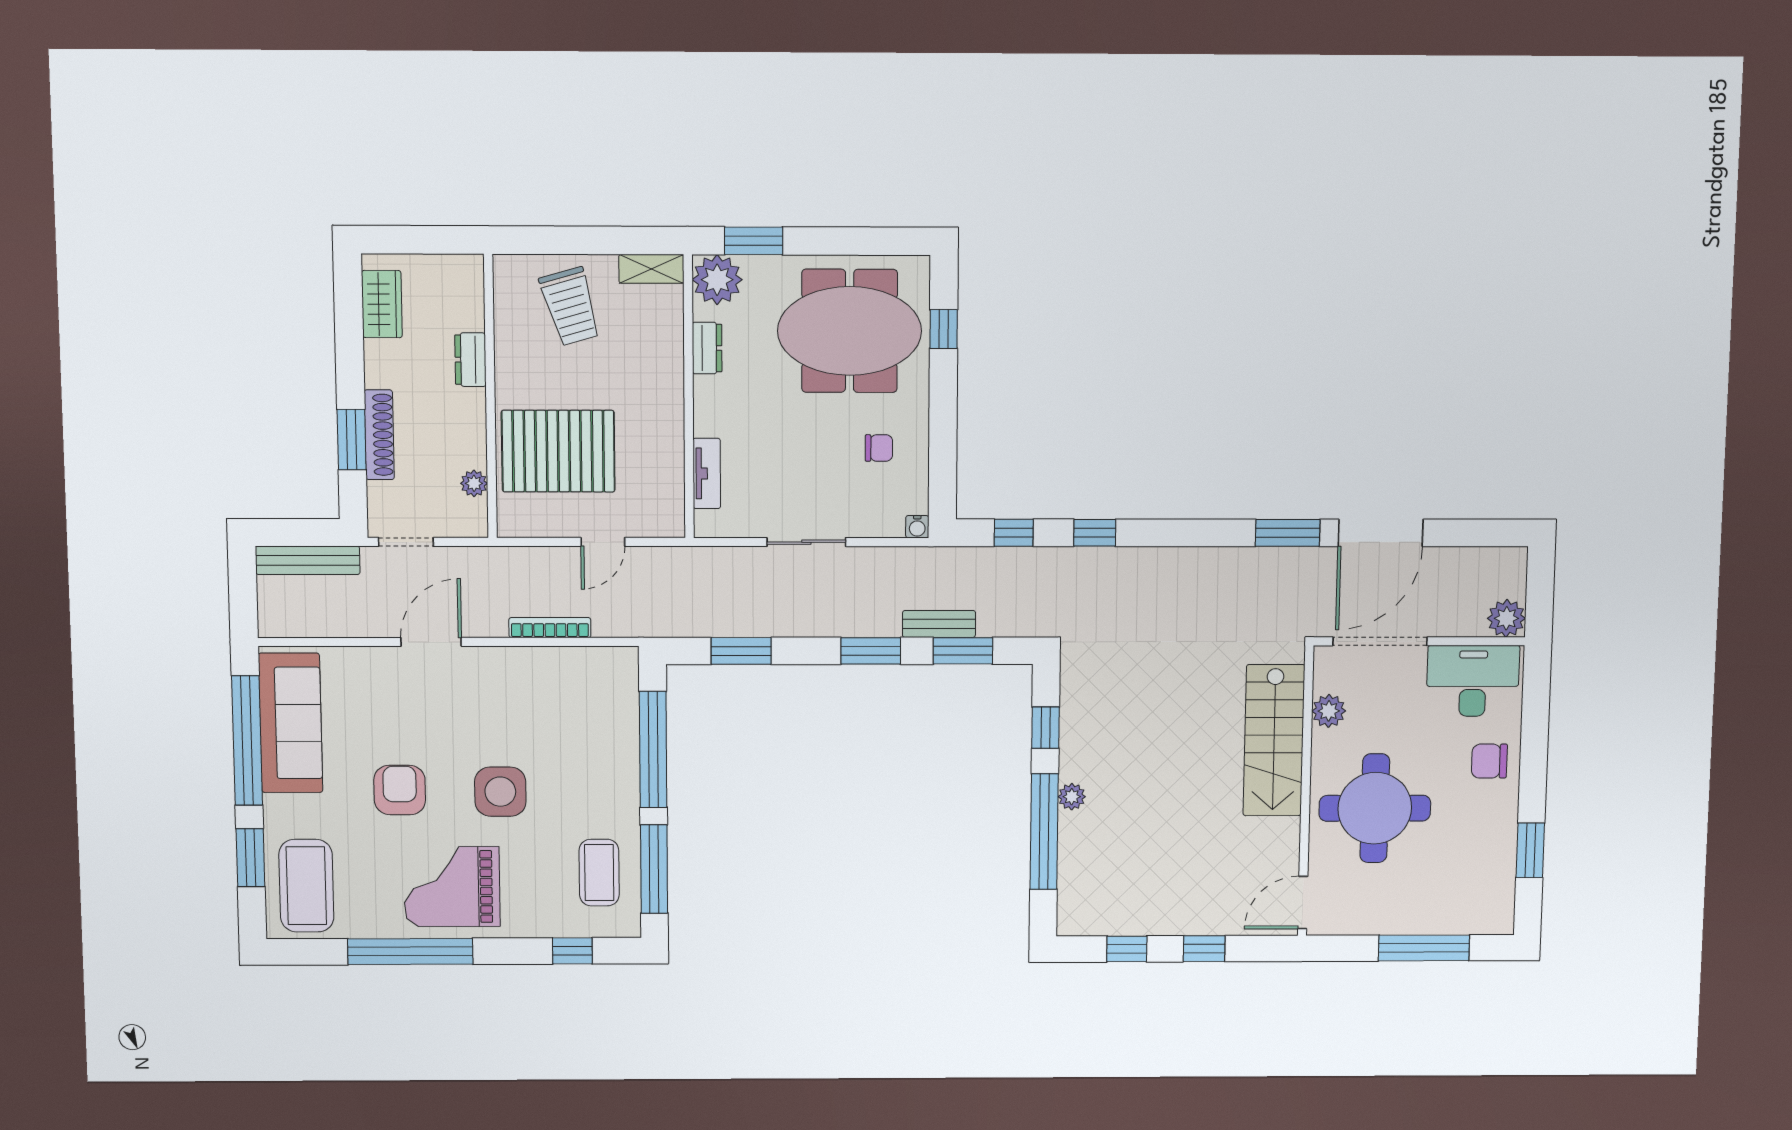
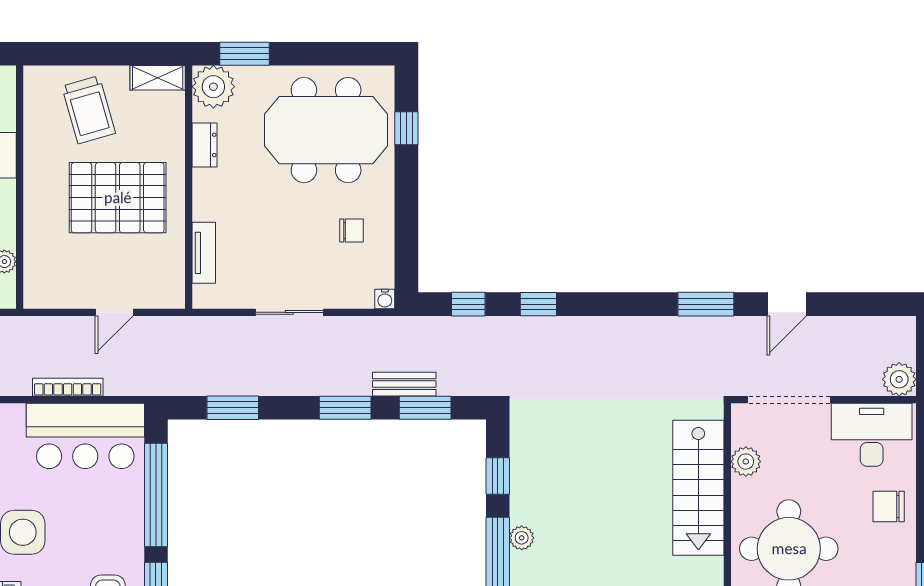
pallet: (558, 451) -> (118, 198), moved
door: (1381, 533) -> (787, 304), width x0.53
bar counter: (571, 683) -> (85, 436), added

